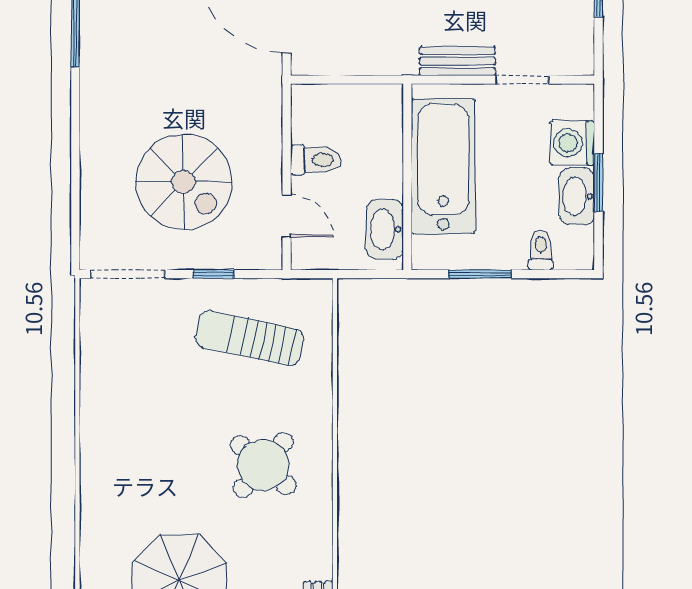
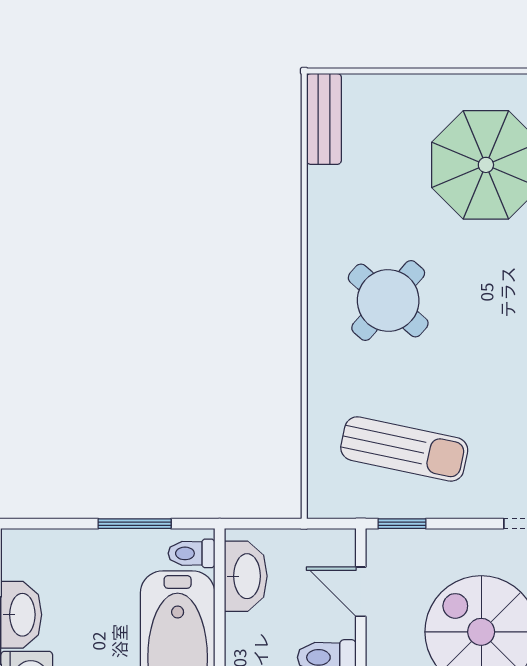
toilet: (541, 250) -> (192, 553), moved, turned 90
window: (214, 274) -> (402, 524), moved

